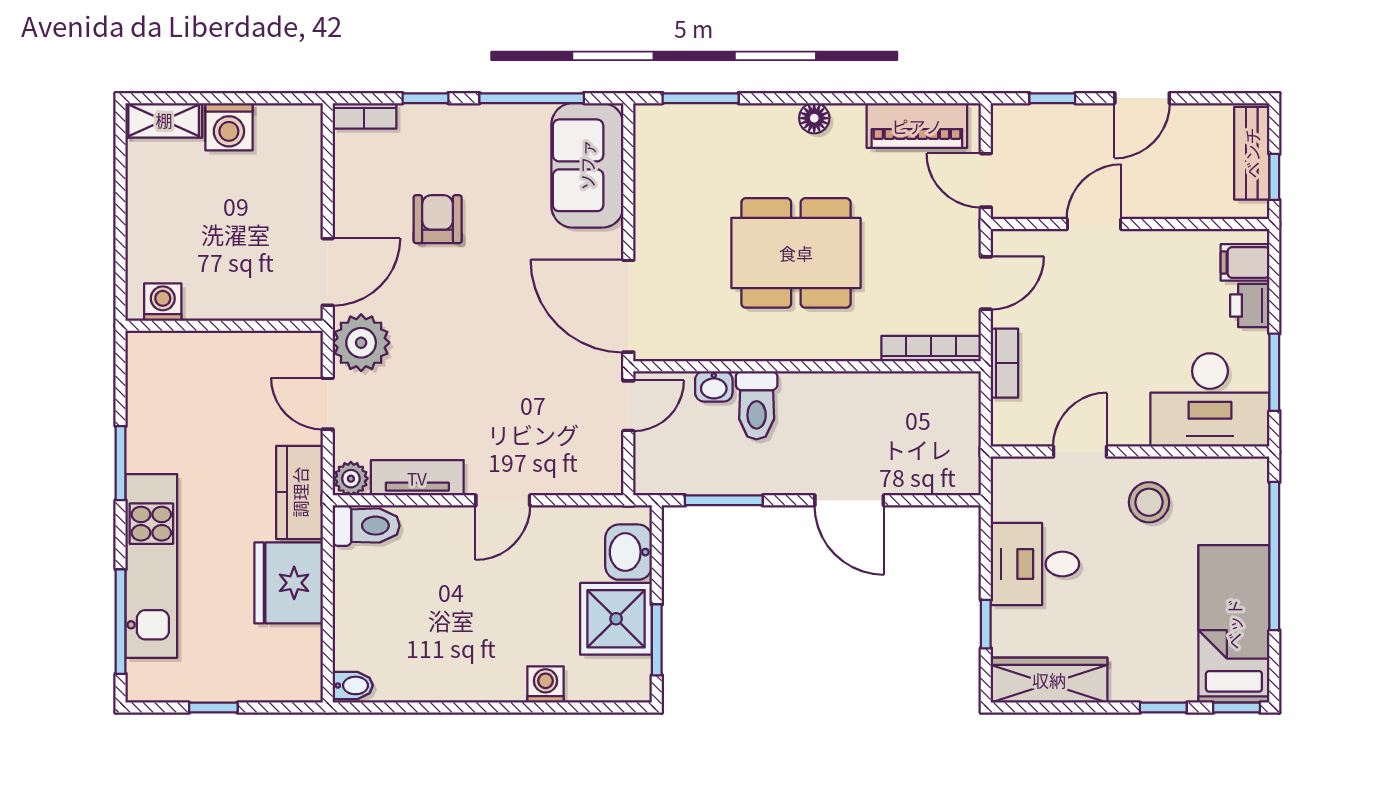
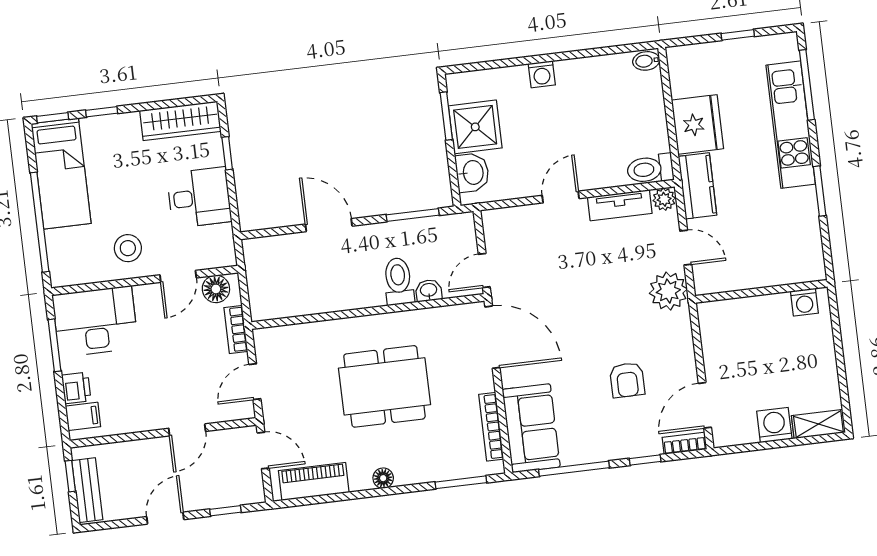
door: (328, 272) -> (705, 405), moved
bookcase: (931, 349) -> (491, 427), moved, turned 90
floor lamp: (1027, 426) -> (216, 289), added
washing machine: (545, 684) -> (542, 74), moved

